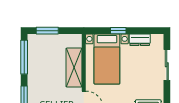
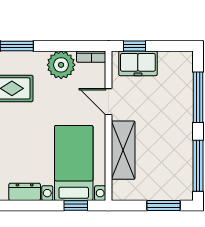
window: (118, 31) -> (76, 206), moved

